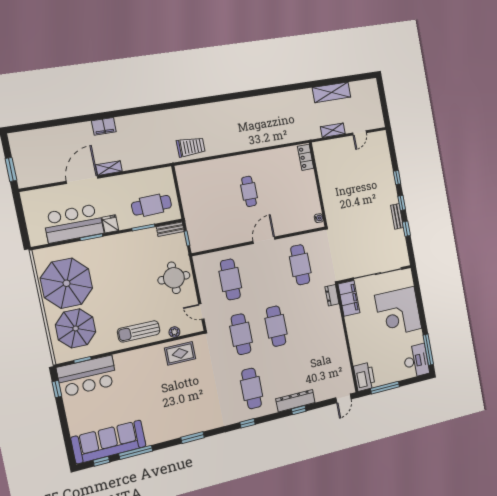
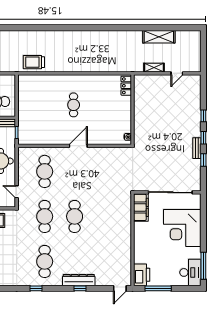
trolley: (191, 147) -> (34, 62), turned 180
cafe table: (300, 265) -> (105, 171), removed
dresser: (332, 295) -> (127, 202), removed

